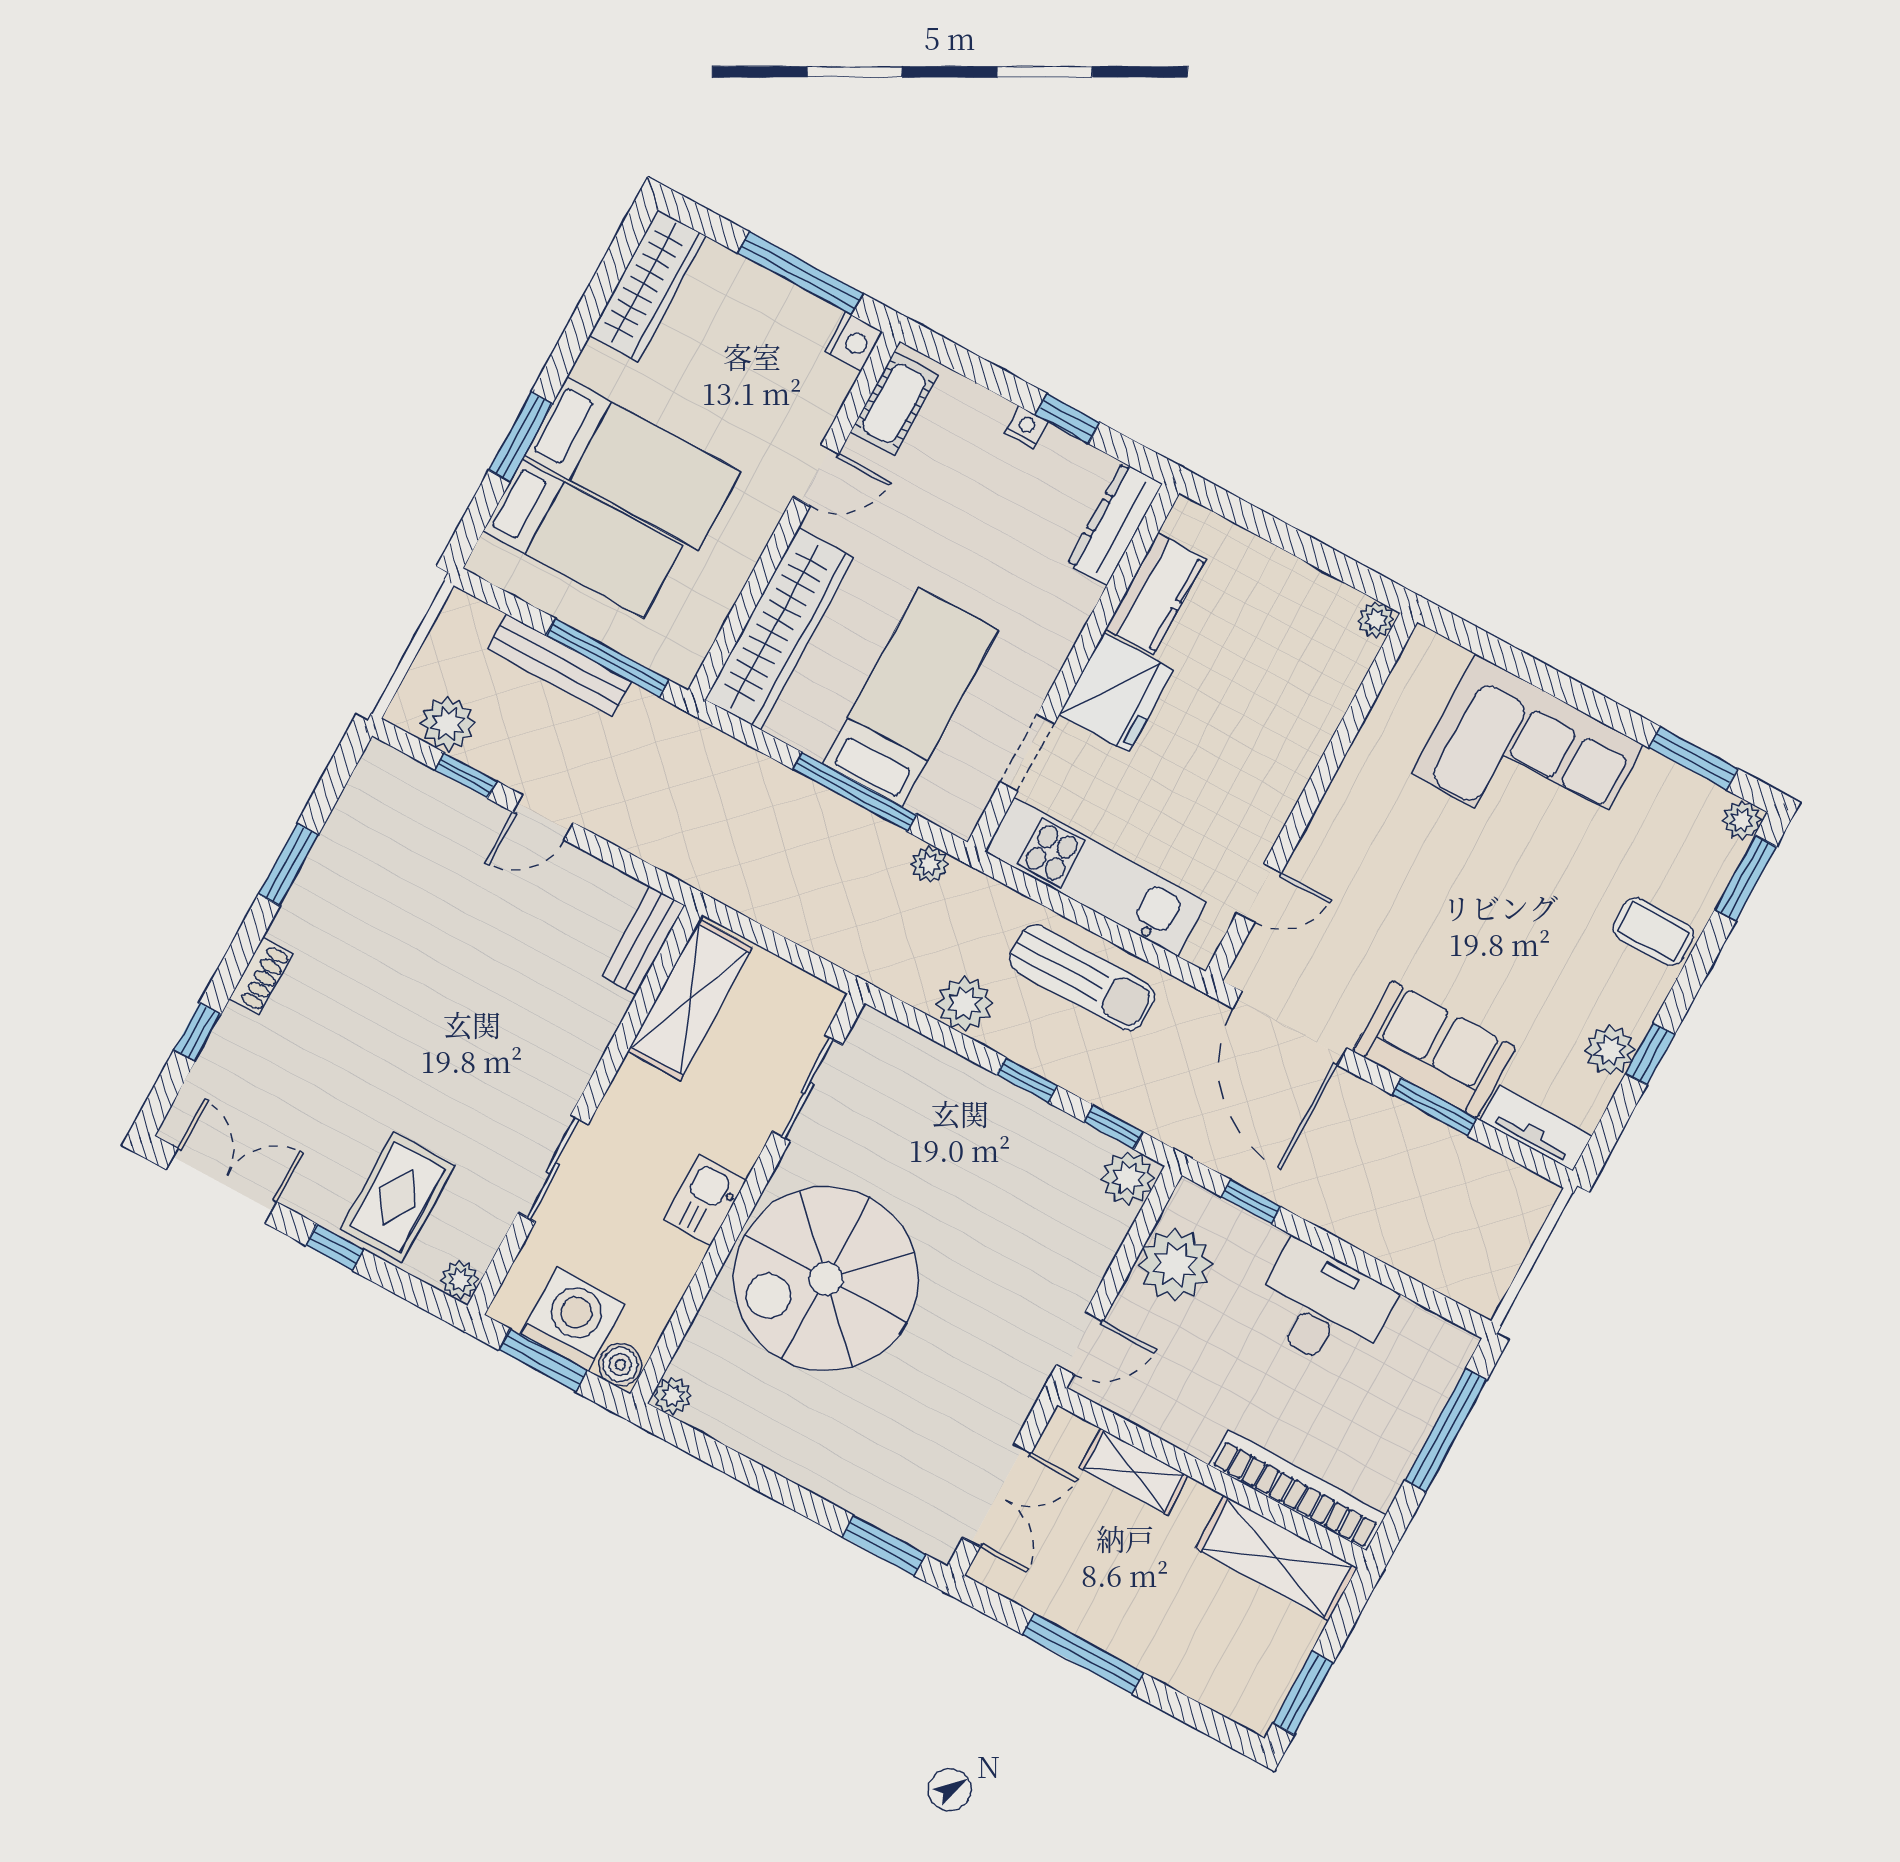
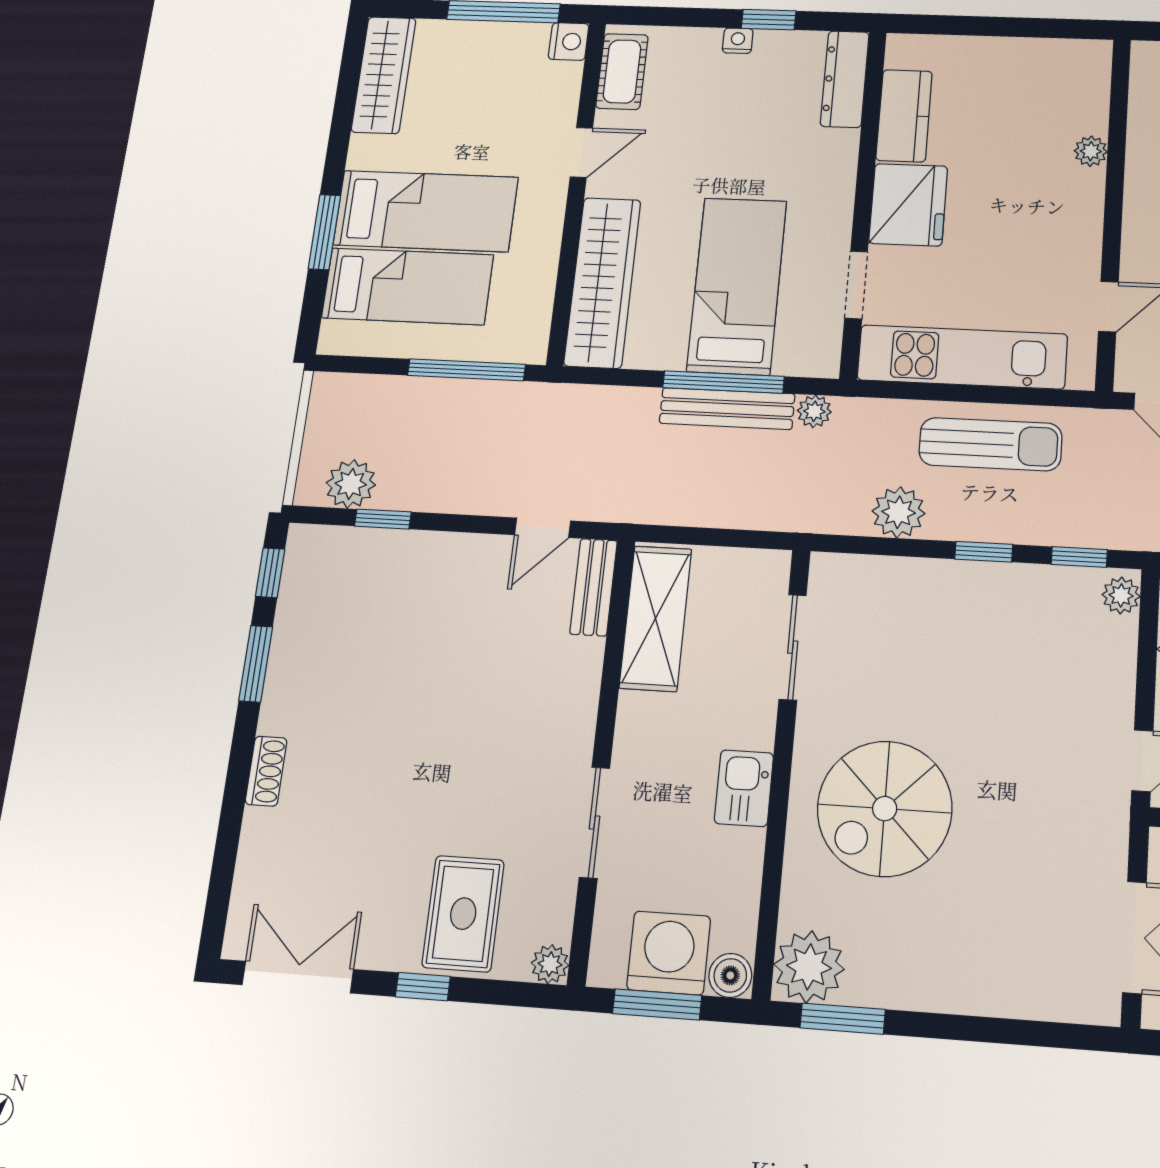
plant: (1376, 620) -> (1091, 151), moved
bench: (559, 665) -> (727, 409), moved
door: (543, 817) -> (543, 528), moved
window: (197, 1032) -> (270, 573), moved
plant: (1128, 1178) -> (1121, 595), width x0.73, depth x0.73
spiral stairs: (826, 1279) -> (885, 809), width x0.73, depth x0.73
plant: (672, 1396) -> (809, 967), width x1.88, depth x1.88
window: (884, 1546) -> (843, 1019), moved

